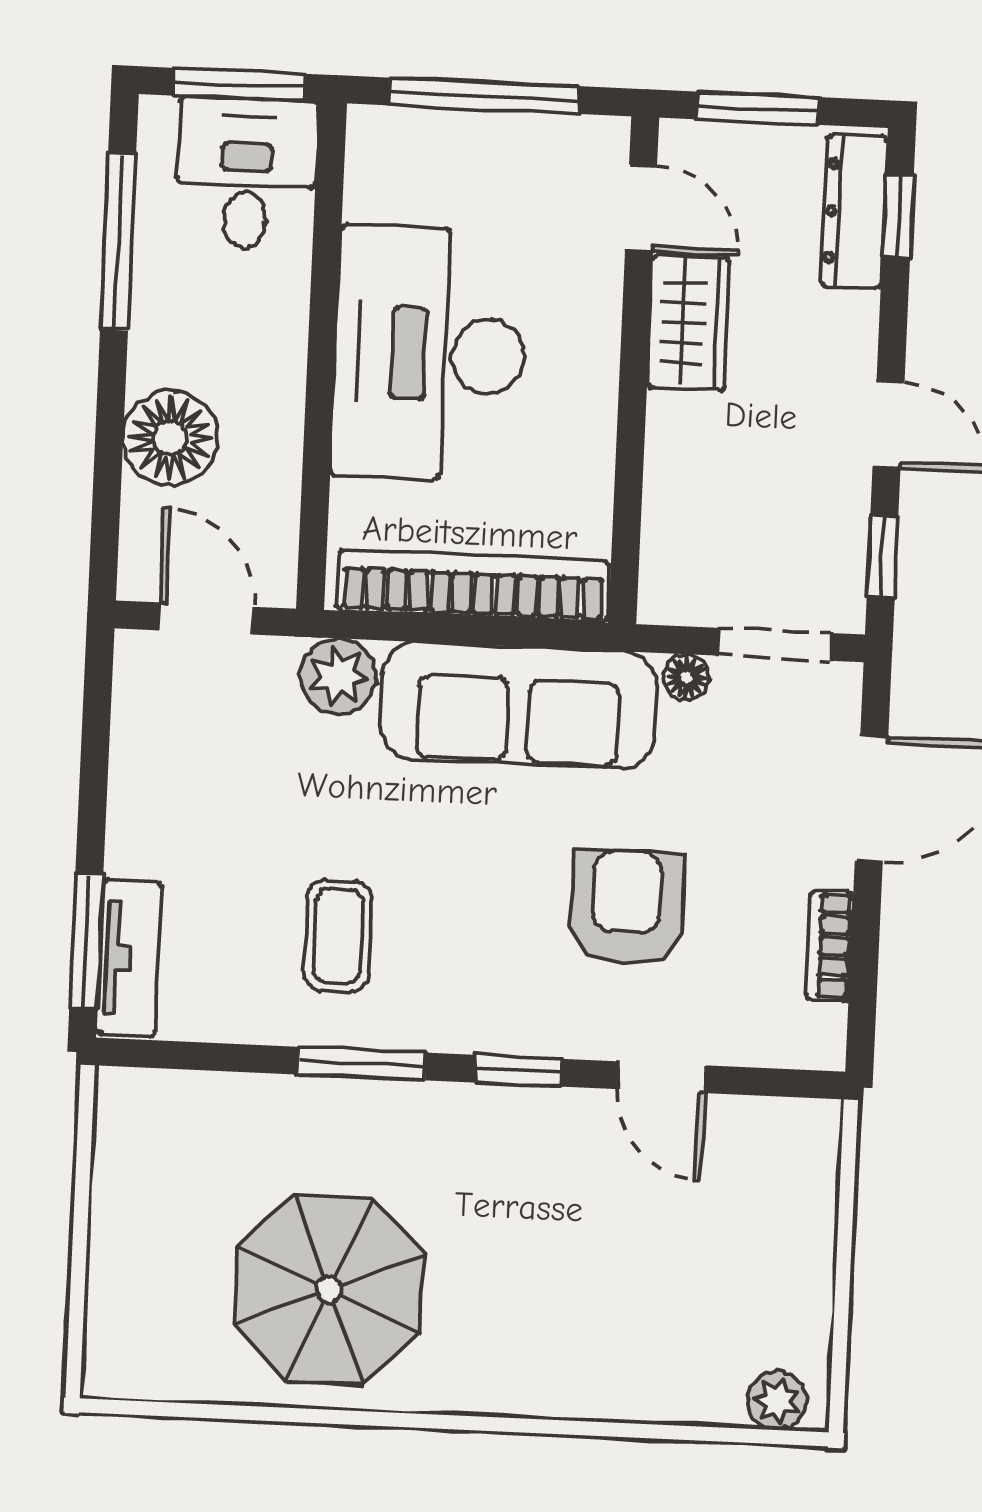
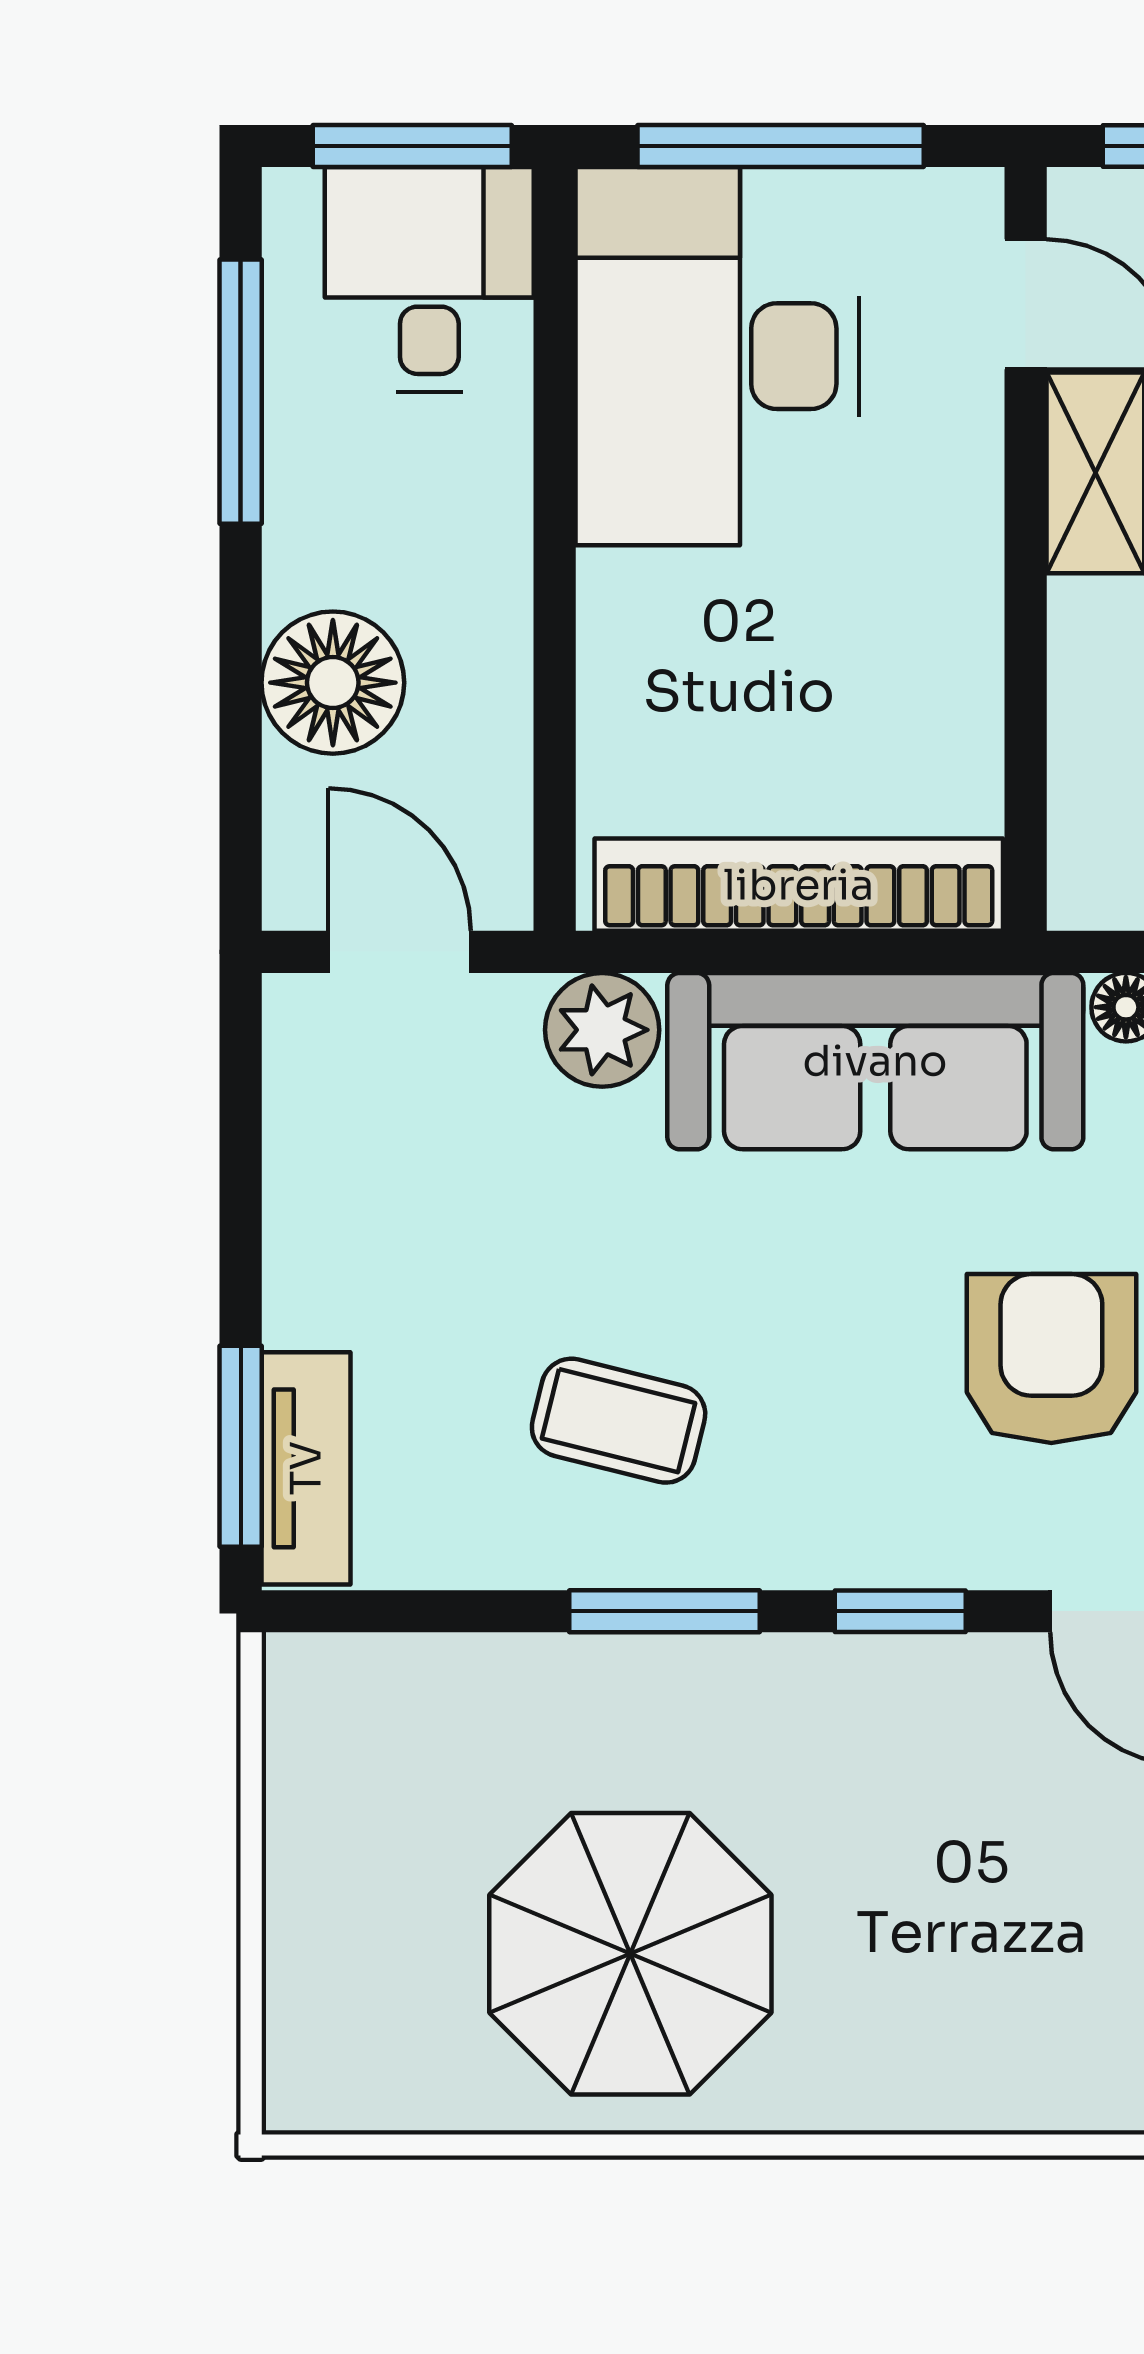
desk: (430, 354) -> (717, 356), moved
coffee table: (338, 936) -> (619, 1421), turned -76

